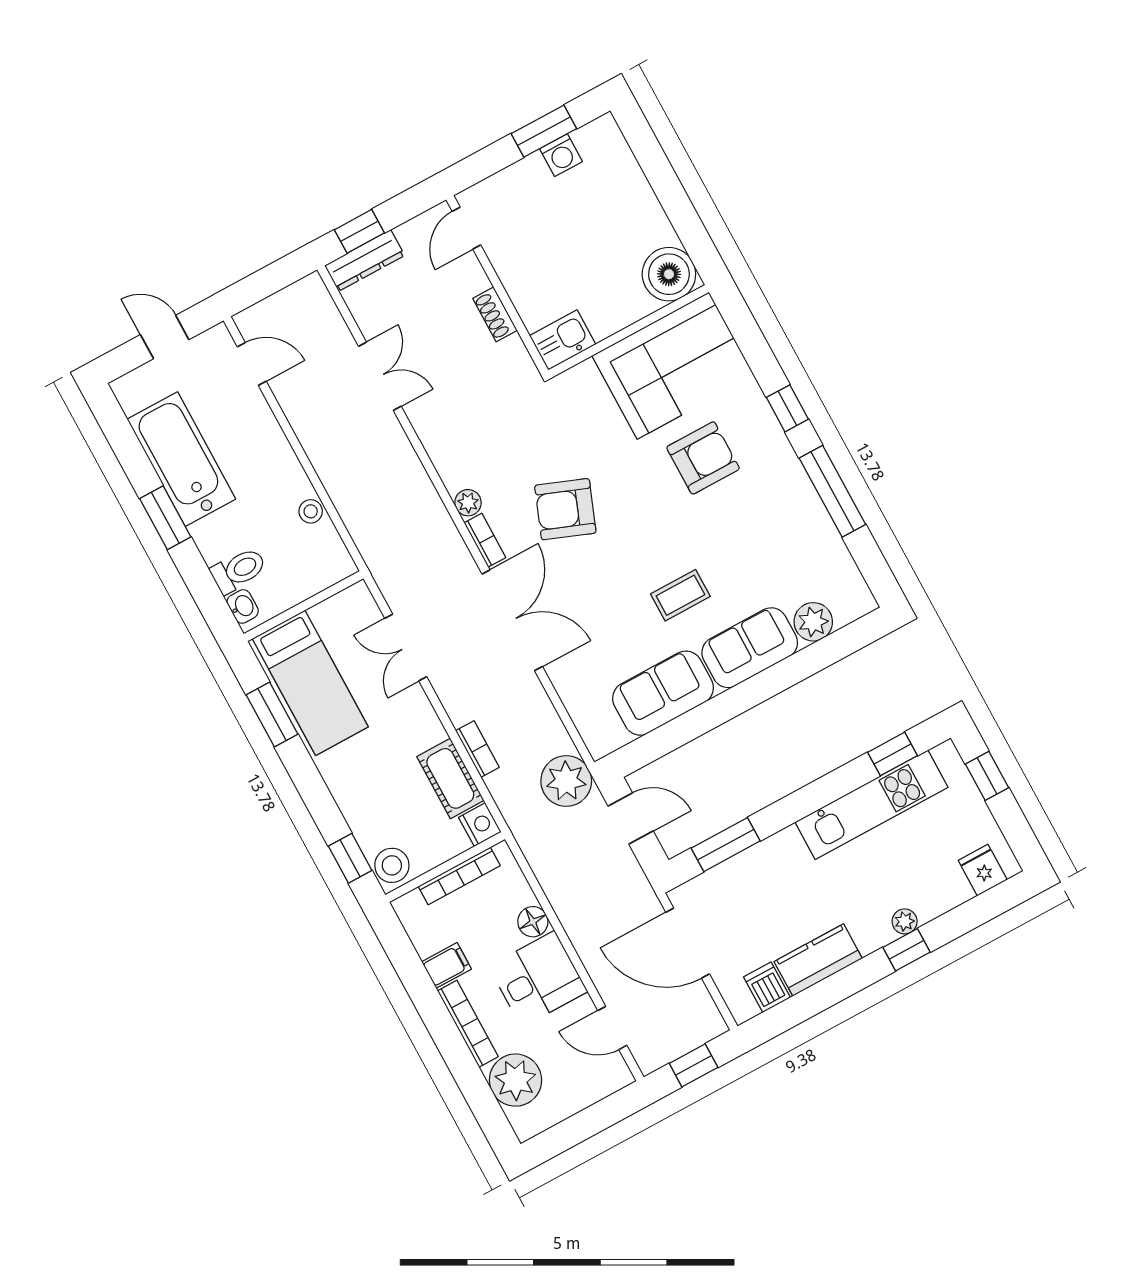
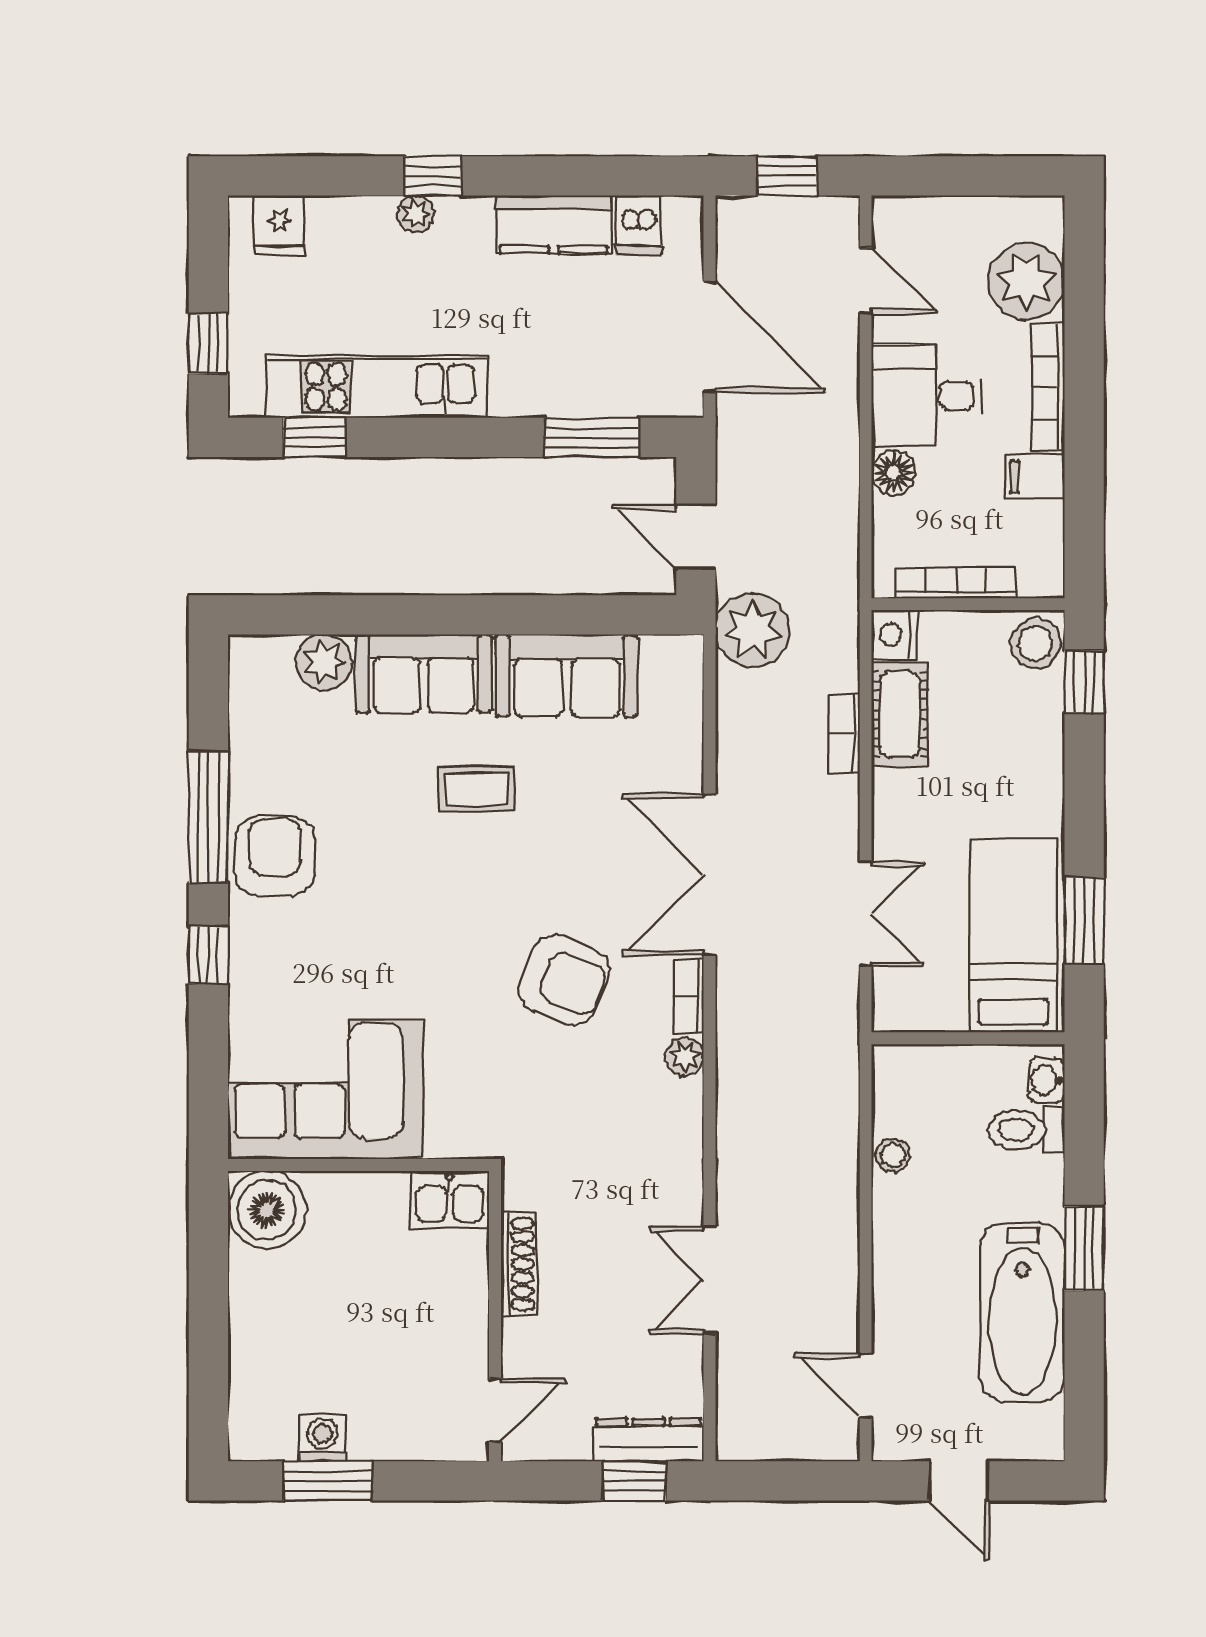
shoe rack: (495, 314) -> (519, 1264), width x1.43
armchair: (703, 458) -> (275, 856), moved, turned 90

